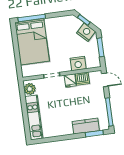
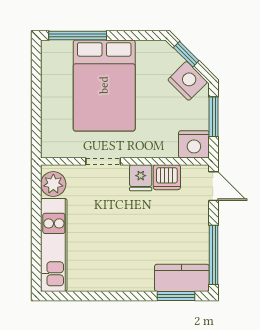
bed: (32, 42) -> (104, 85), moved
nightstand: (78, 64) -> (194, 144), moved
kitchen counter: (86, 126) -> (182, 278), moved

